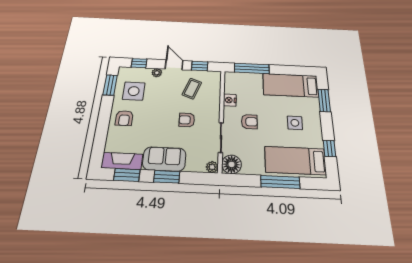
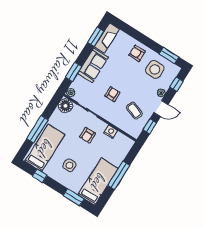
window: (252, 68) -> (119, 175), moved
window: (167, 177) -> (74, 72), moved

